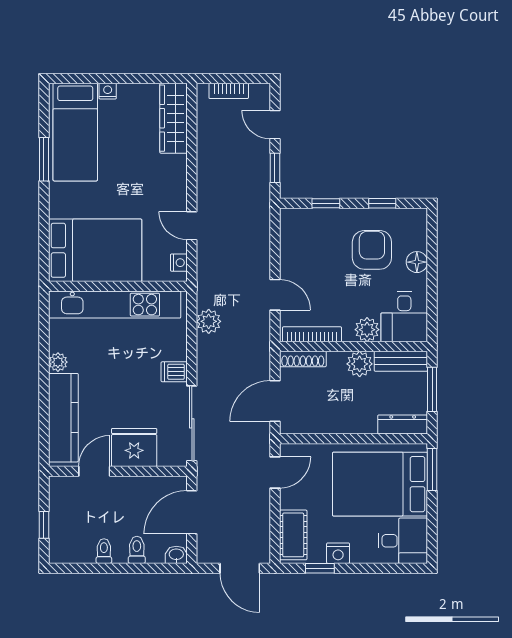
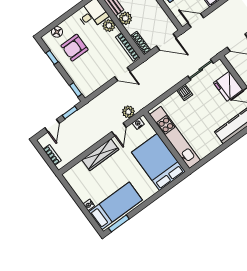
wardrobe: (174, 118) -> (100, 155), moved
window: (44, 159) -> (119, 223), moved
window: (326, 203) -> (76, 90), moved
floor lamp: (417, 262) -> (57, 32), moved
door: (275, 295) -> (122, 74), swing flipped
plant: (209, 321) -> (128, 112), moved
plant: (58, 362) -> (216, 143), removed
sliding door: (192, 423) -> (201, 70), width x0.73

